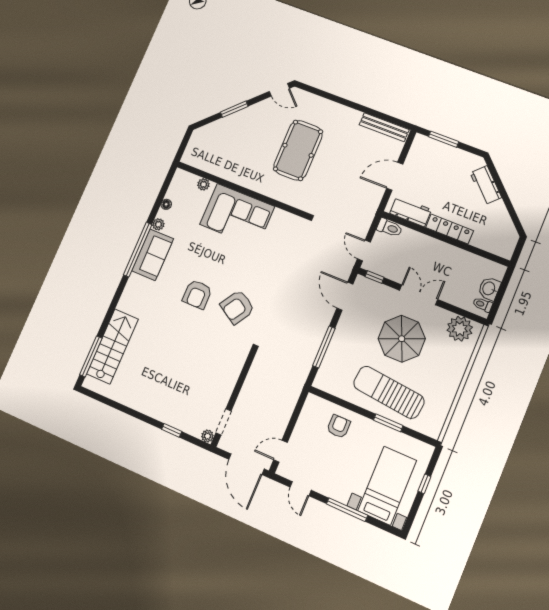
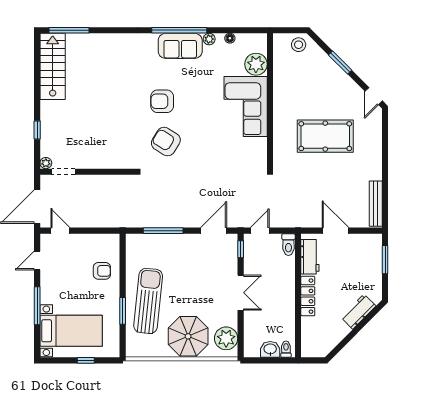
stool: (201, 142) -> (299, 45), added
plant: (203, 184) -> (256, 64), width x1.87, depth x1.87
toilet: (483, 305) -> (286, 349), moved
parasol: (402, 339) -> (188, 336), moved
stairs: (112, 347) -> (53, 66), moved, turned -90

